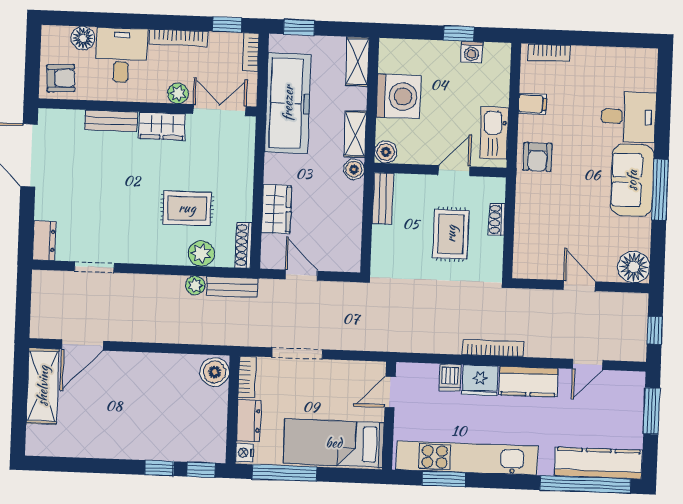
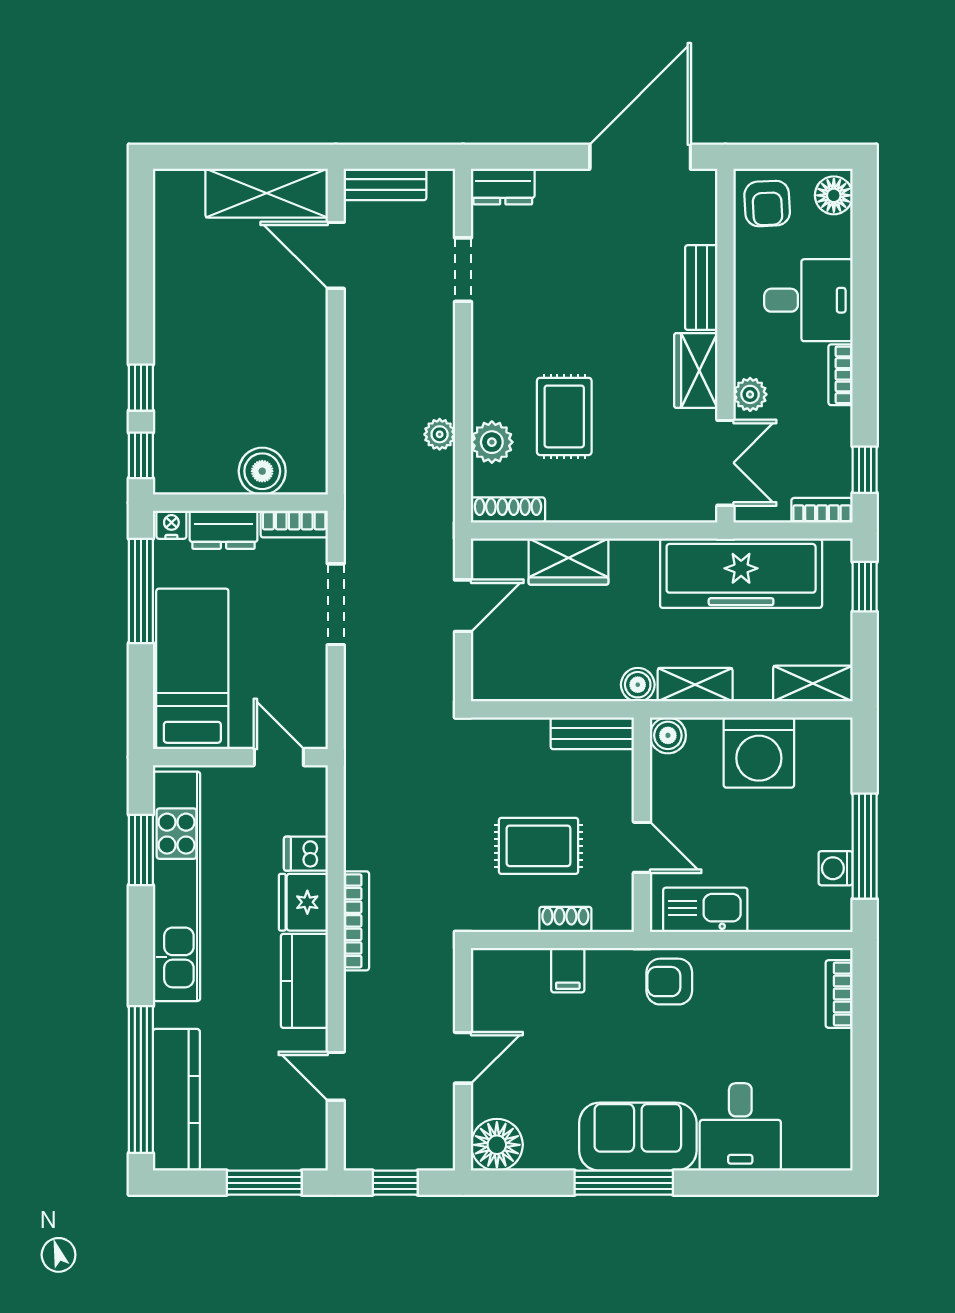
window: (459, 34) -> (865, 846), width x2.17
floor lamp: (83, 38) -> (834, 195), moved
bookcase: (179, 38) -> (841, 375), width x0.64
filing cabinet: (532, 104) -> (568, 970), moved
bench: (232, 287) -> (385, 184), moved, turned 90
boiler: (215, 372) -> (262, 471), moved

